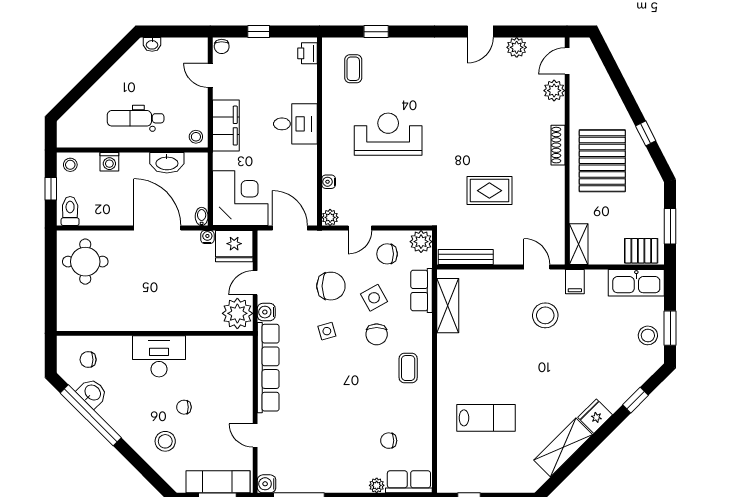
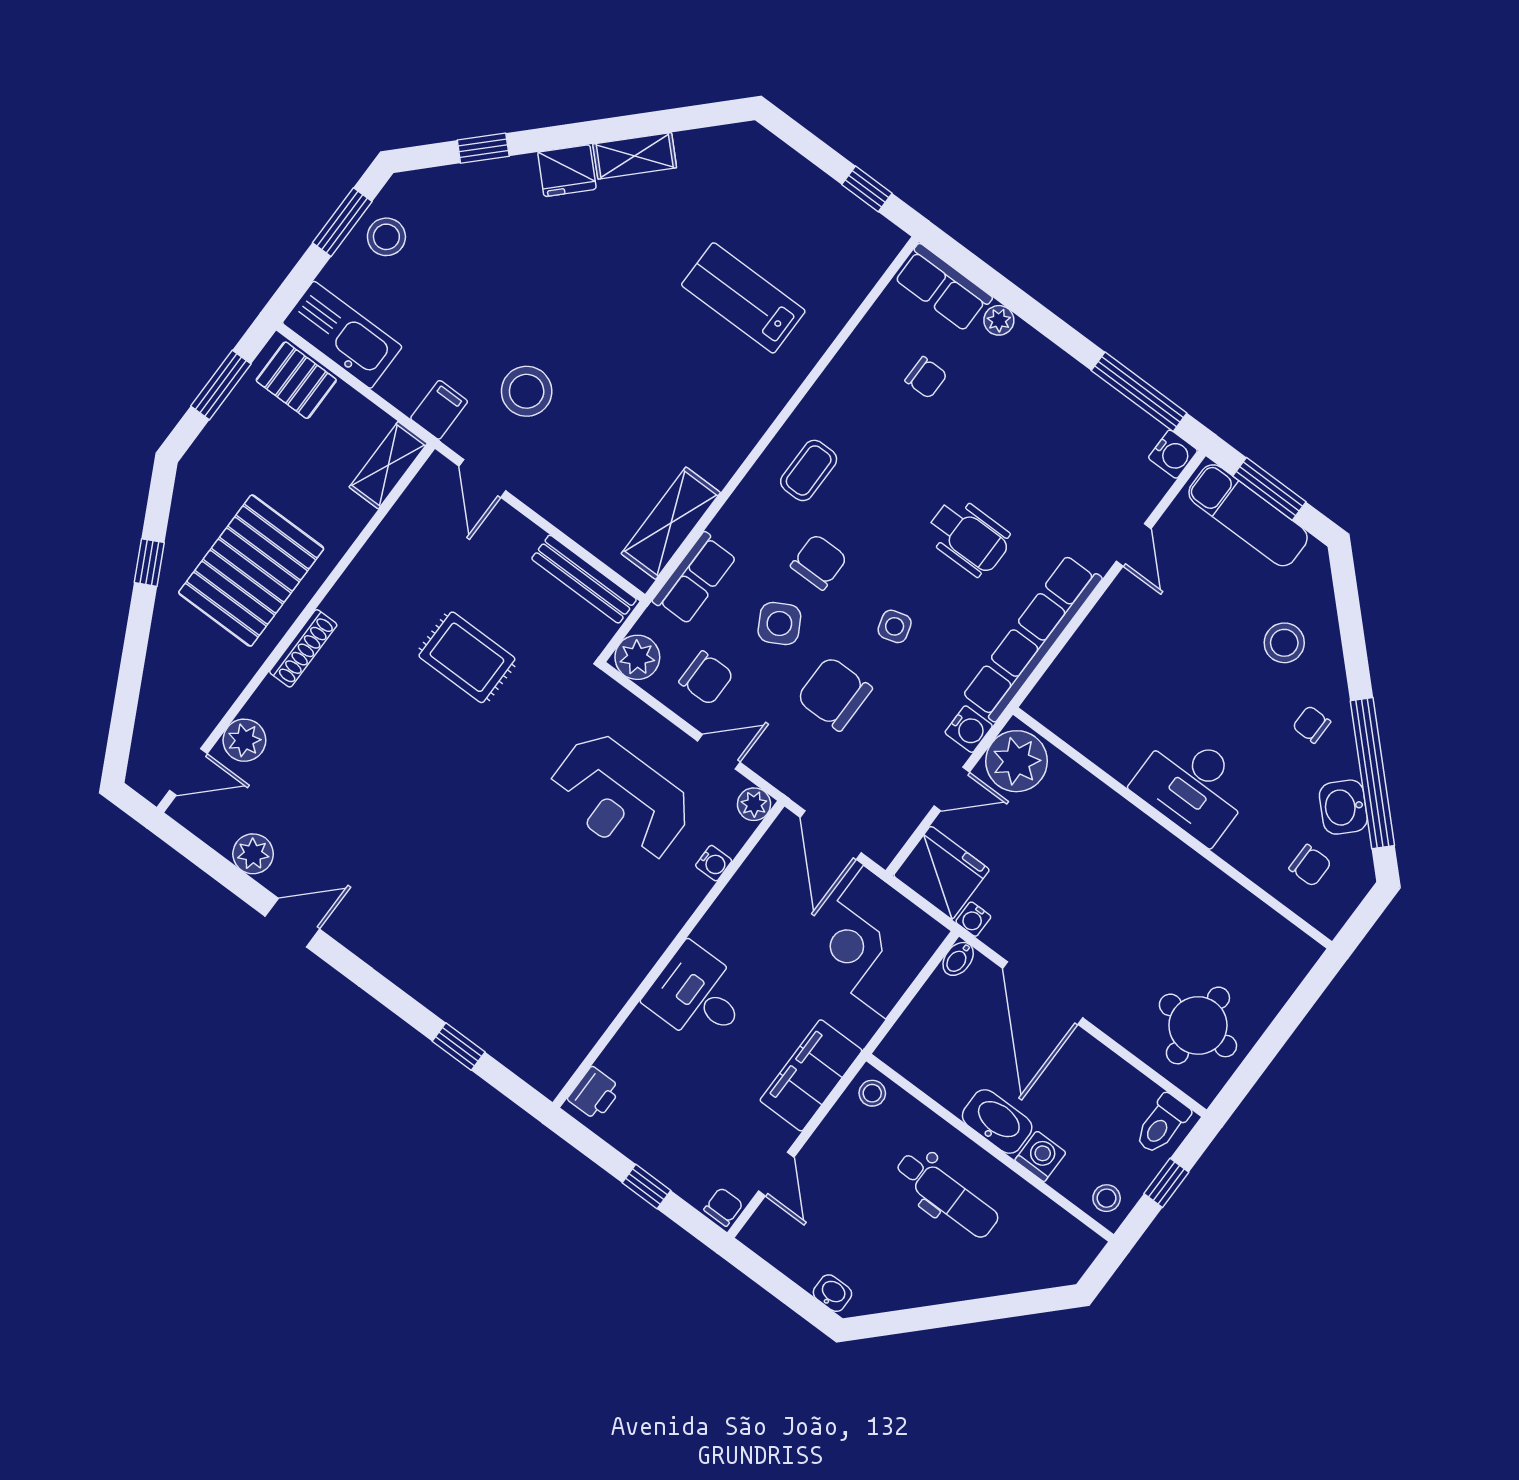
coffee table: (353, 69) -> (540, 1014), removed
reception desk: (388, 134) -> (620, 798), moved
washbasin: (167, 163) -> (997, 1121), moved
wheelchair: (324, 389) -> (969, 537), added
chair: (184, 407) -> (1312, 724), moved, turned 180
shelving: (563, 447) -> (635, 156), width x0.67, depth x0.75

